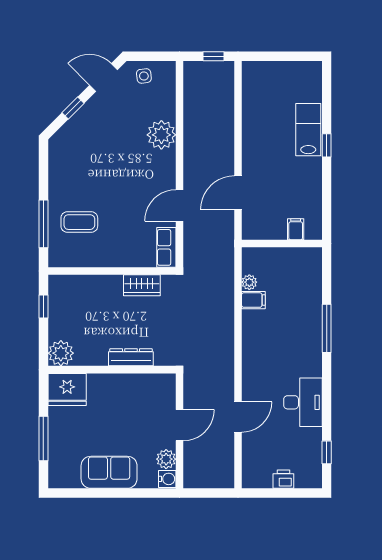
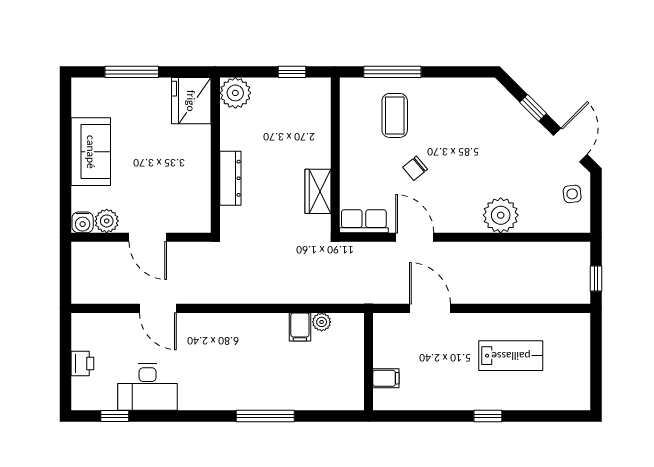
lab bench: (308, 130) -> (511, 356), moved
chair: (123, 205) -> (415, 168), added
desk: (303, 402) -> (148, 387), moved

